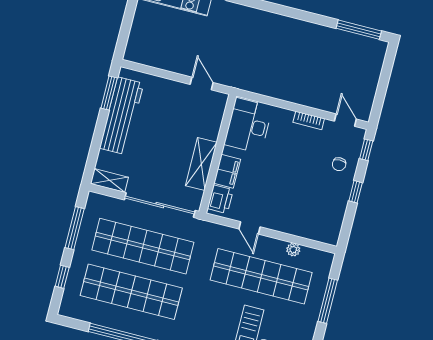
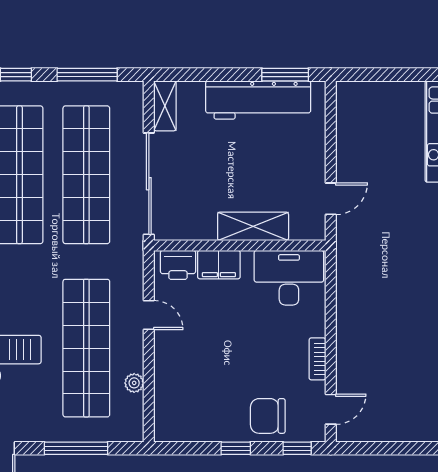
shelving: (201, 164) -> (253, 226), moved
chair: (339, 164) -> (268, 416), width x1.87, depth x1.87
door: (249, 228) -> (149, 315), swing flipped

